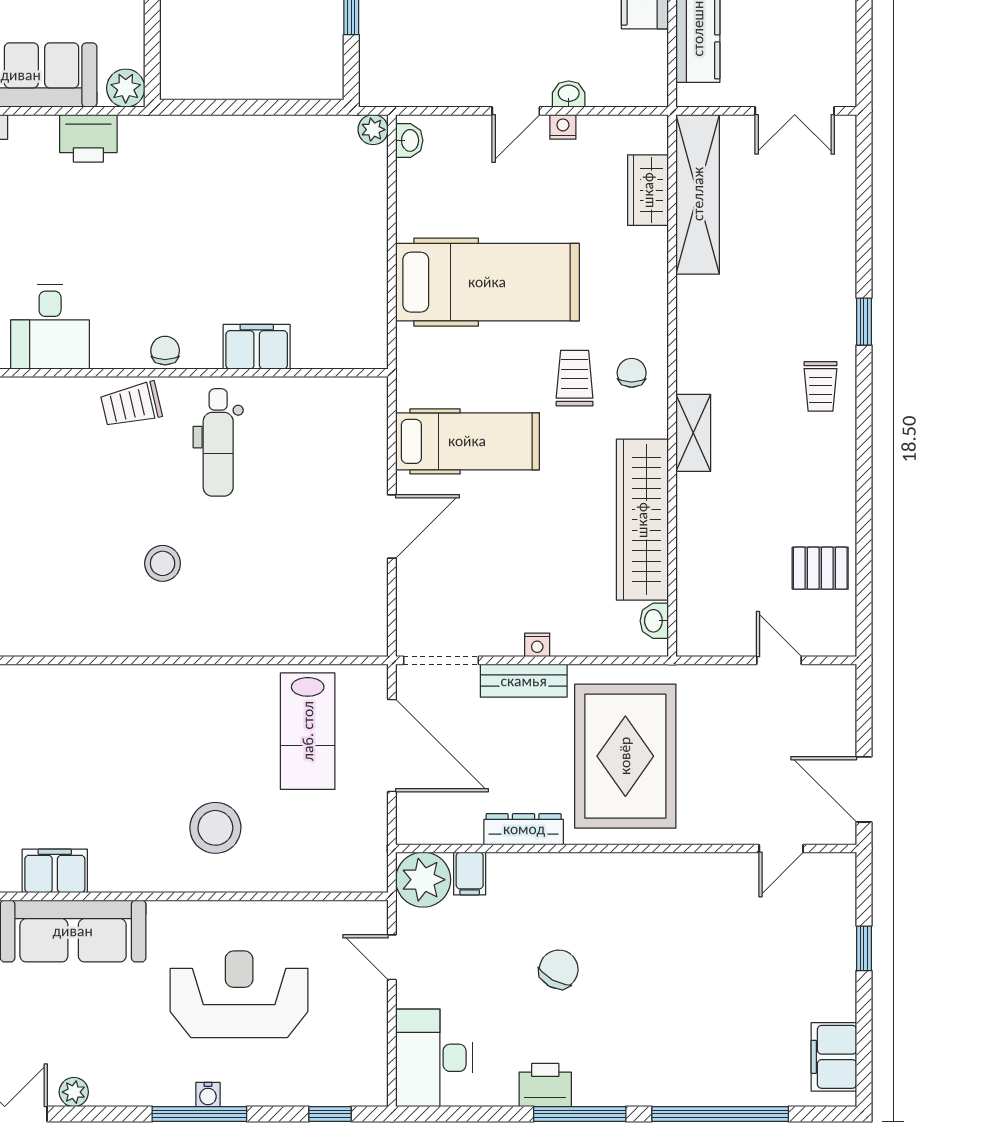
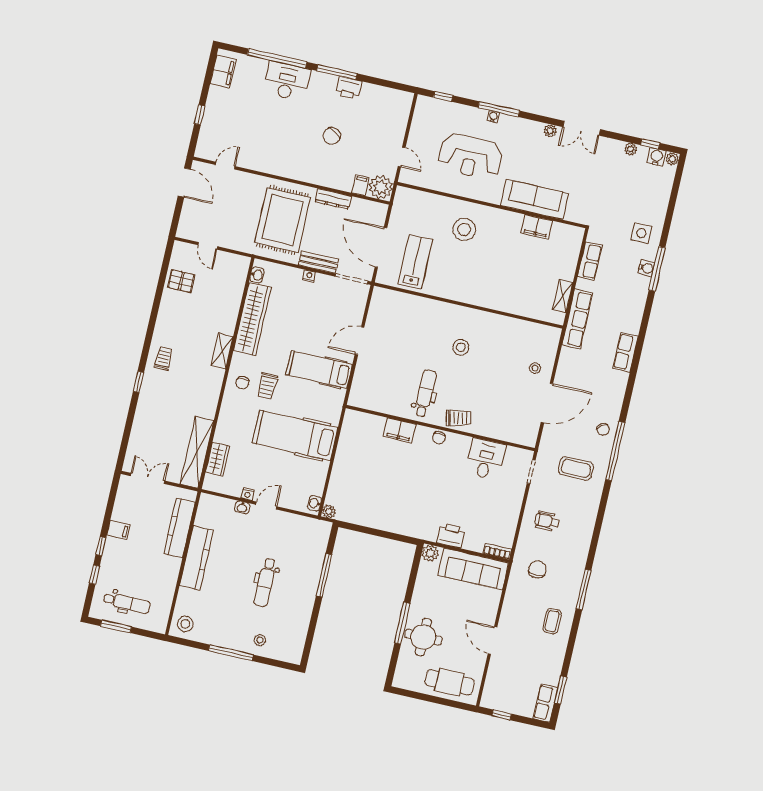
desk: (434, 1058) -> (287, 81), moved, turned -90

